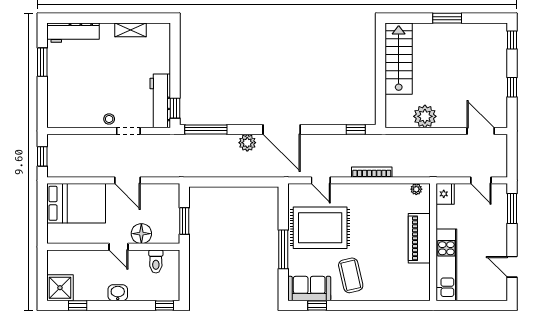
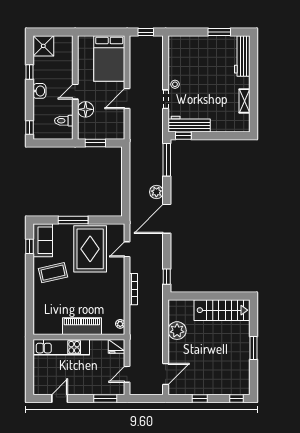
window: (78, 306) -> (29, 72), moved

